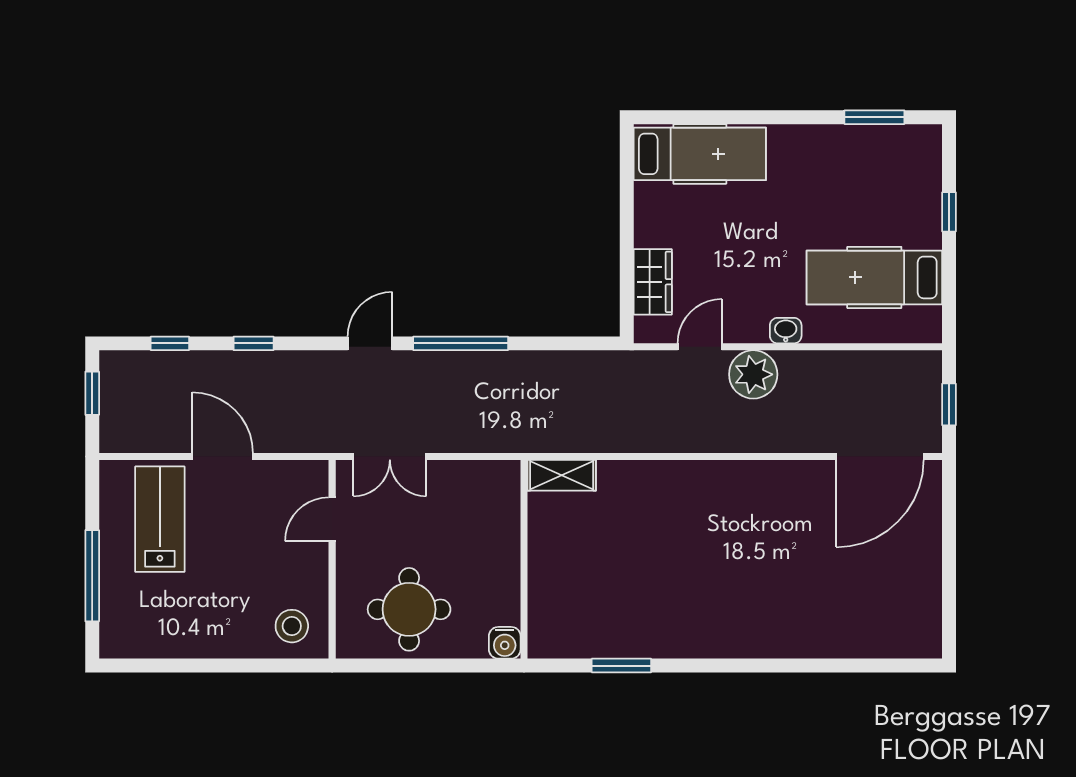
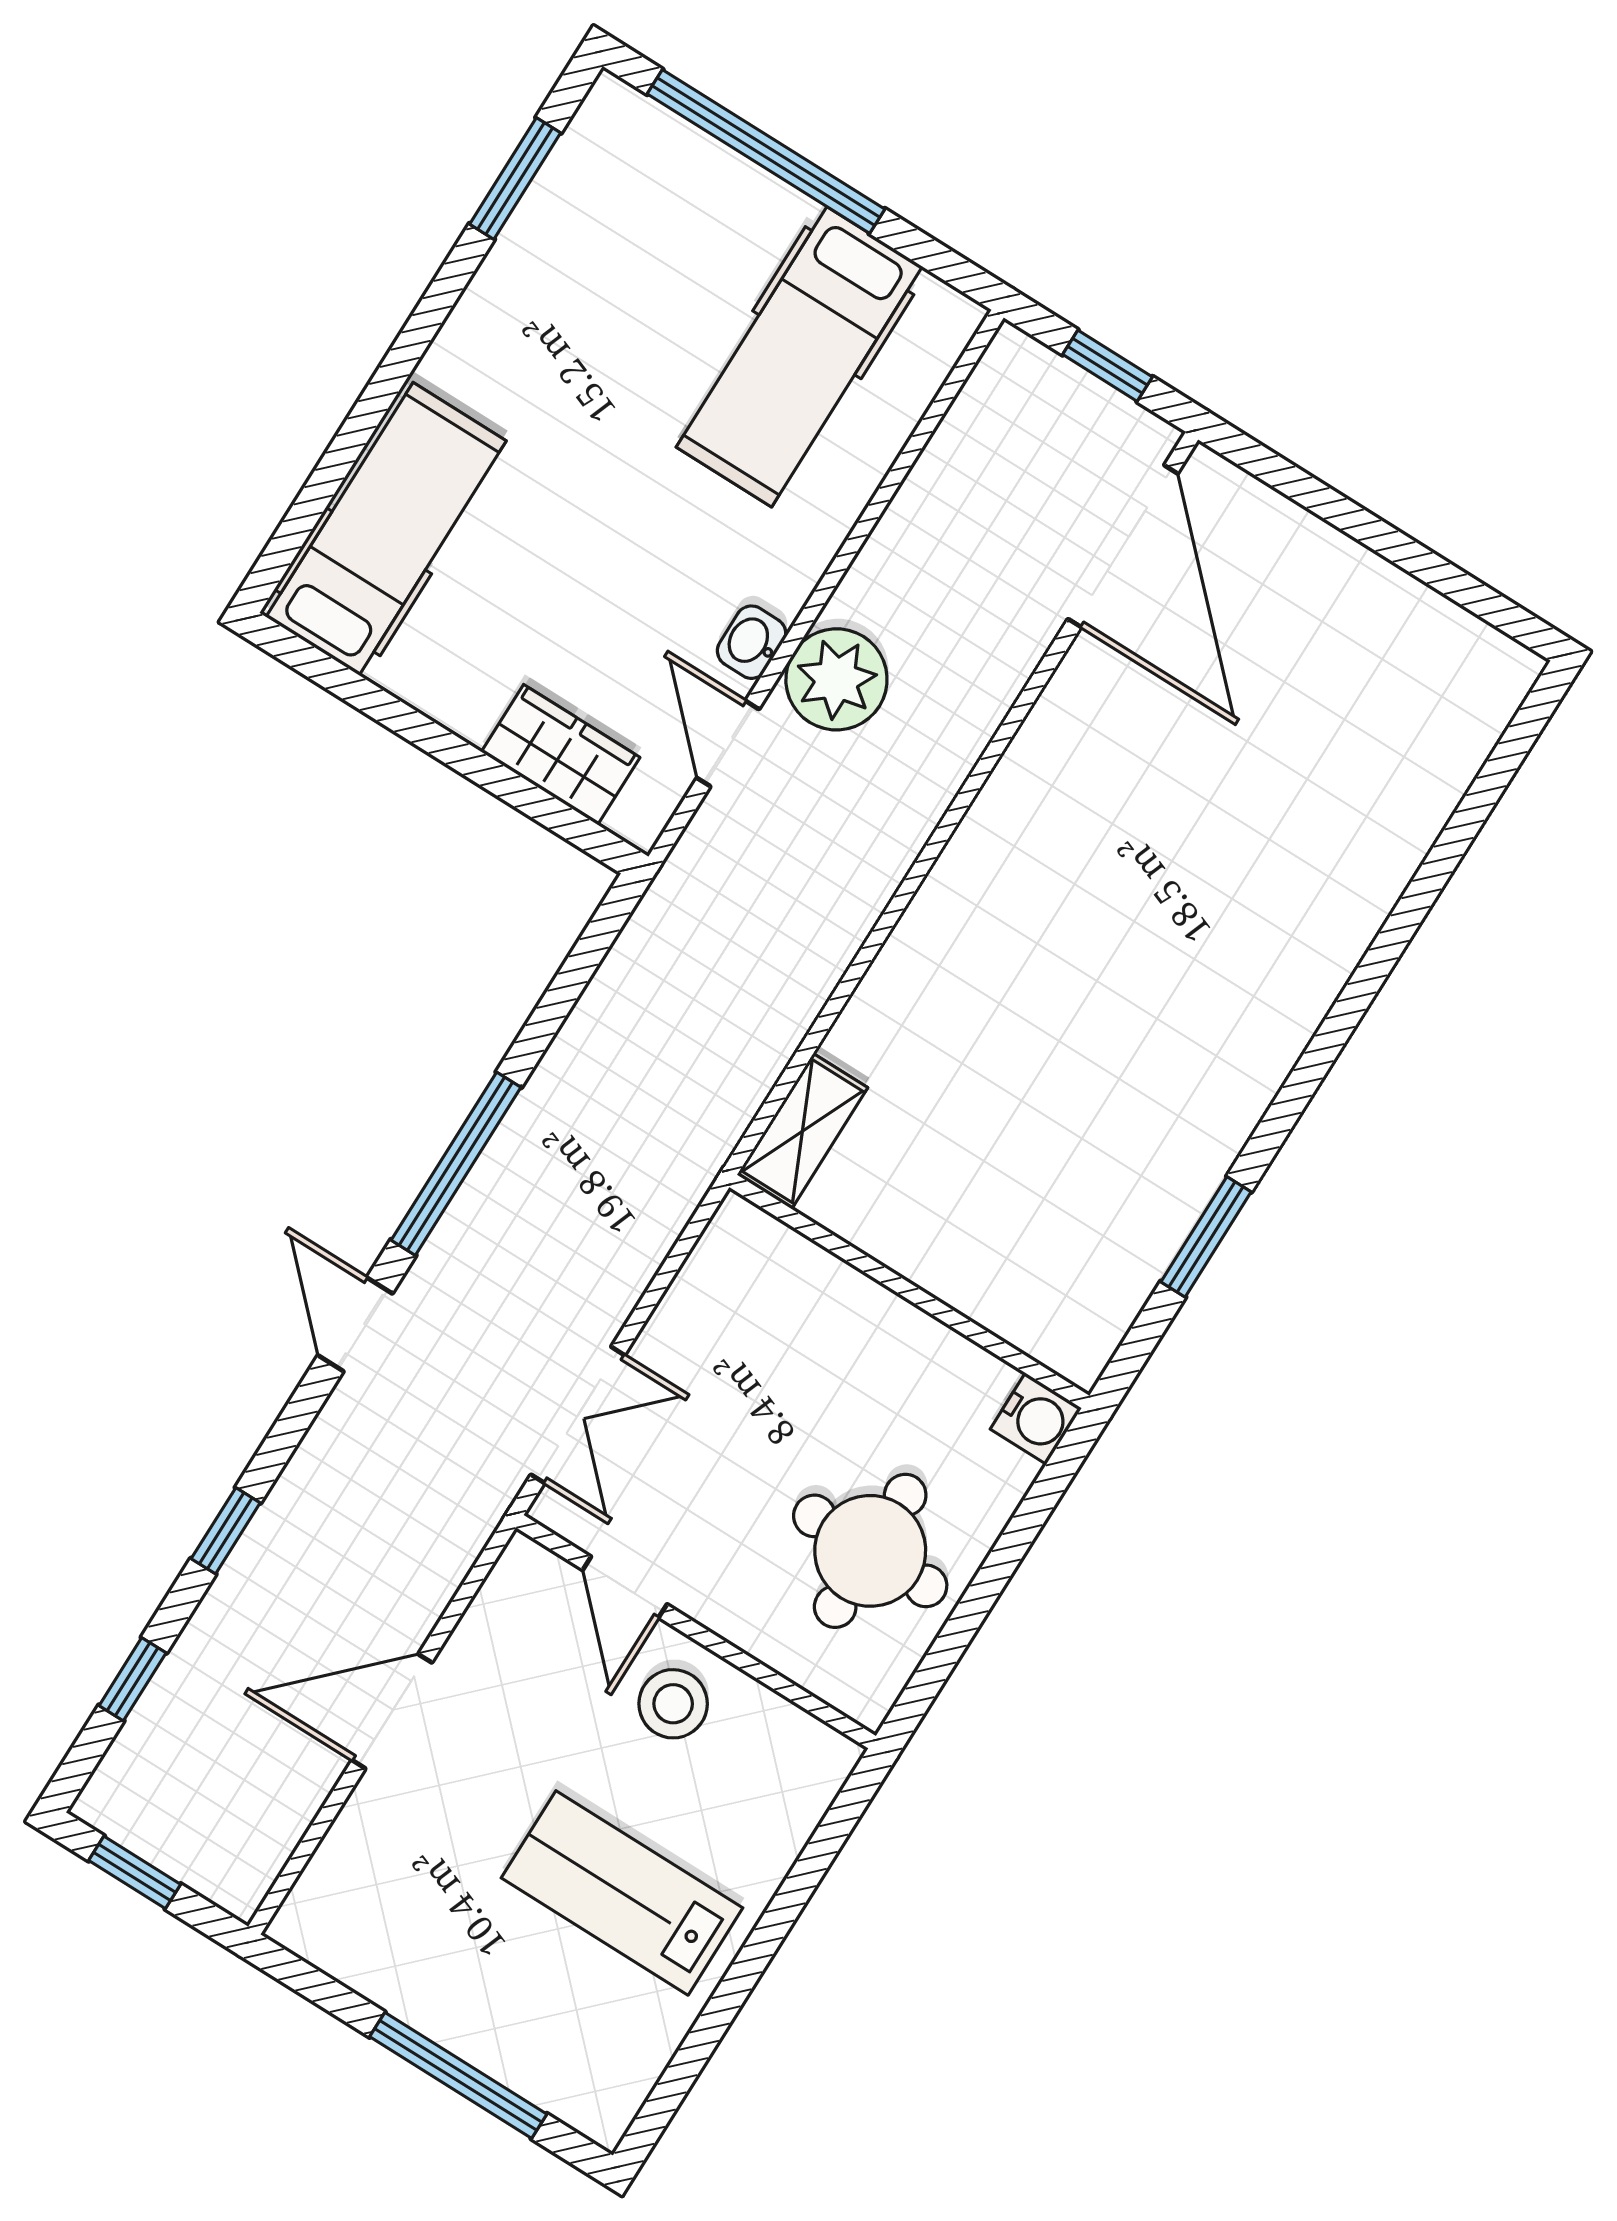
window: (949, 212) -> (766, 152), width x3.17
washbasin: (786, 331) -> (752, 642), moved
lab bench: (160, 519) -> (622, 1893), moved
stool: (292, 626) -> (673, 1704), moved

